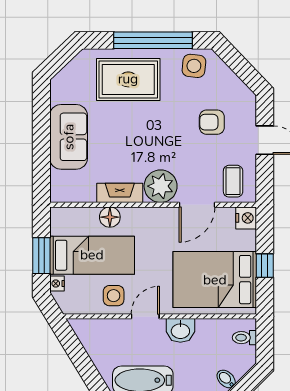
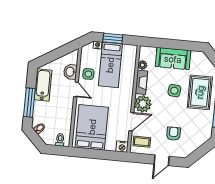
side table: (194, 66) -> (174, 91), moved
plant: (87, 194) -> (143, 65), added
door: (197, 205) -> (131, 122), swing flipped
floor lamp: (110, 217) -> (129, 76), removed
window: (265, 266) -> (96, 154), removed
washbasin: (180, 330) -> (70, 72), moved

